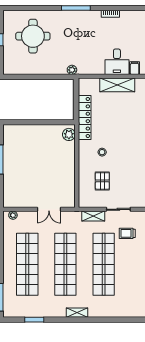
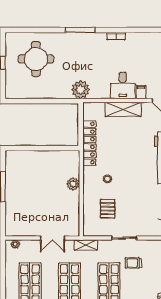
plant: (72, 70) -> (81, 90), width x1.87, depth x1.87
plant: (69, 134) -> (73, 184), moved
shelving: (93, 216) -> (86, 245), moved

